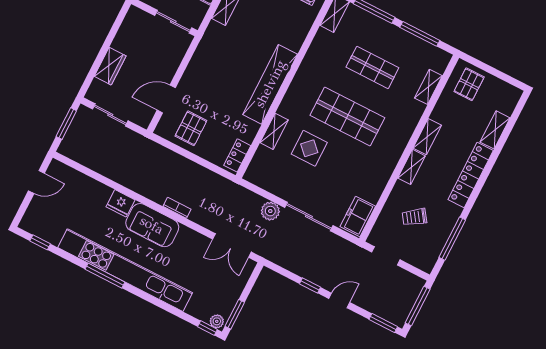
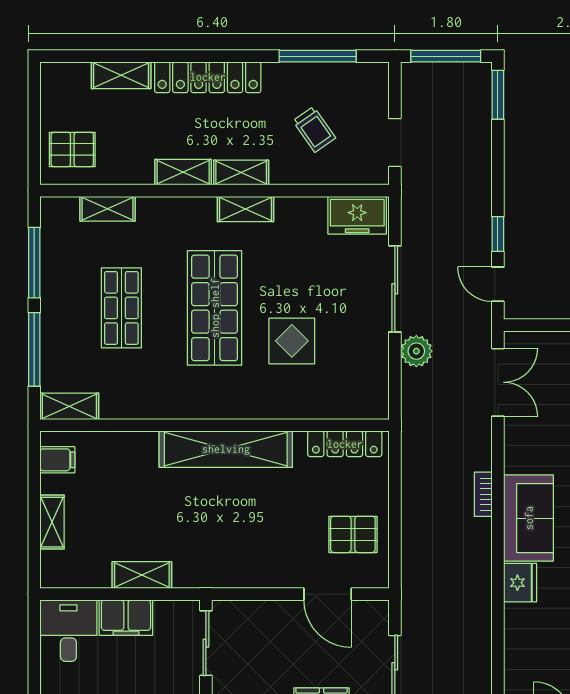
shelving: (274, 131) -> (245, 209), moved
locker: (237, 155) -> (345, 444), width x1.53
door: (339, 300) -> (498, 284), moved

